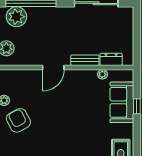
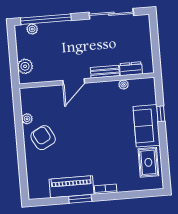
plant: (16, 17) -> (32, 29), width x0.53, depth x0.53
sofa: (122, 102) -> (147, 126), moved

